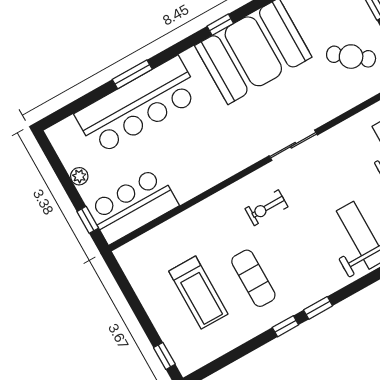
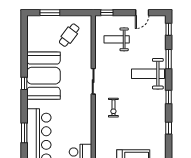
exercise mat: (253, 278) -> (140, 130), removed
window: (318, 308) -> (169, 97), moved

